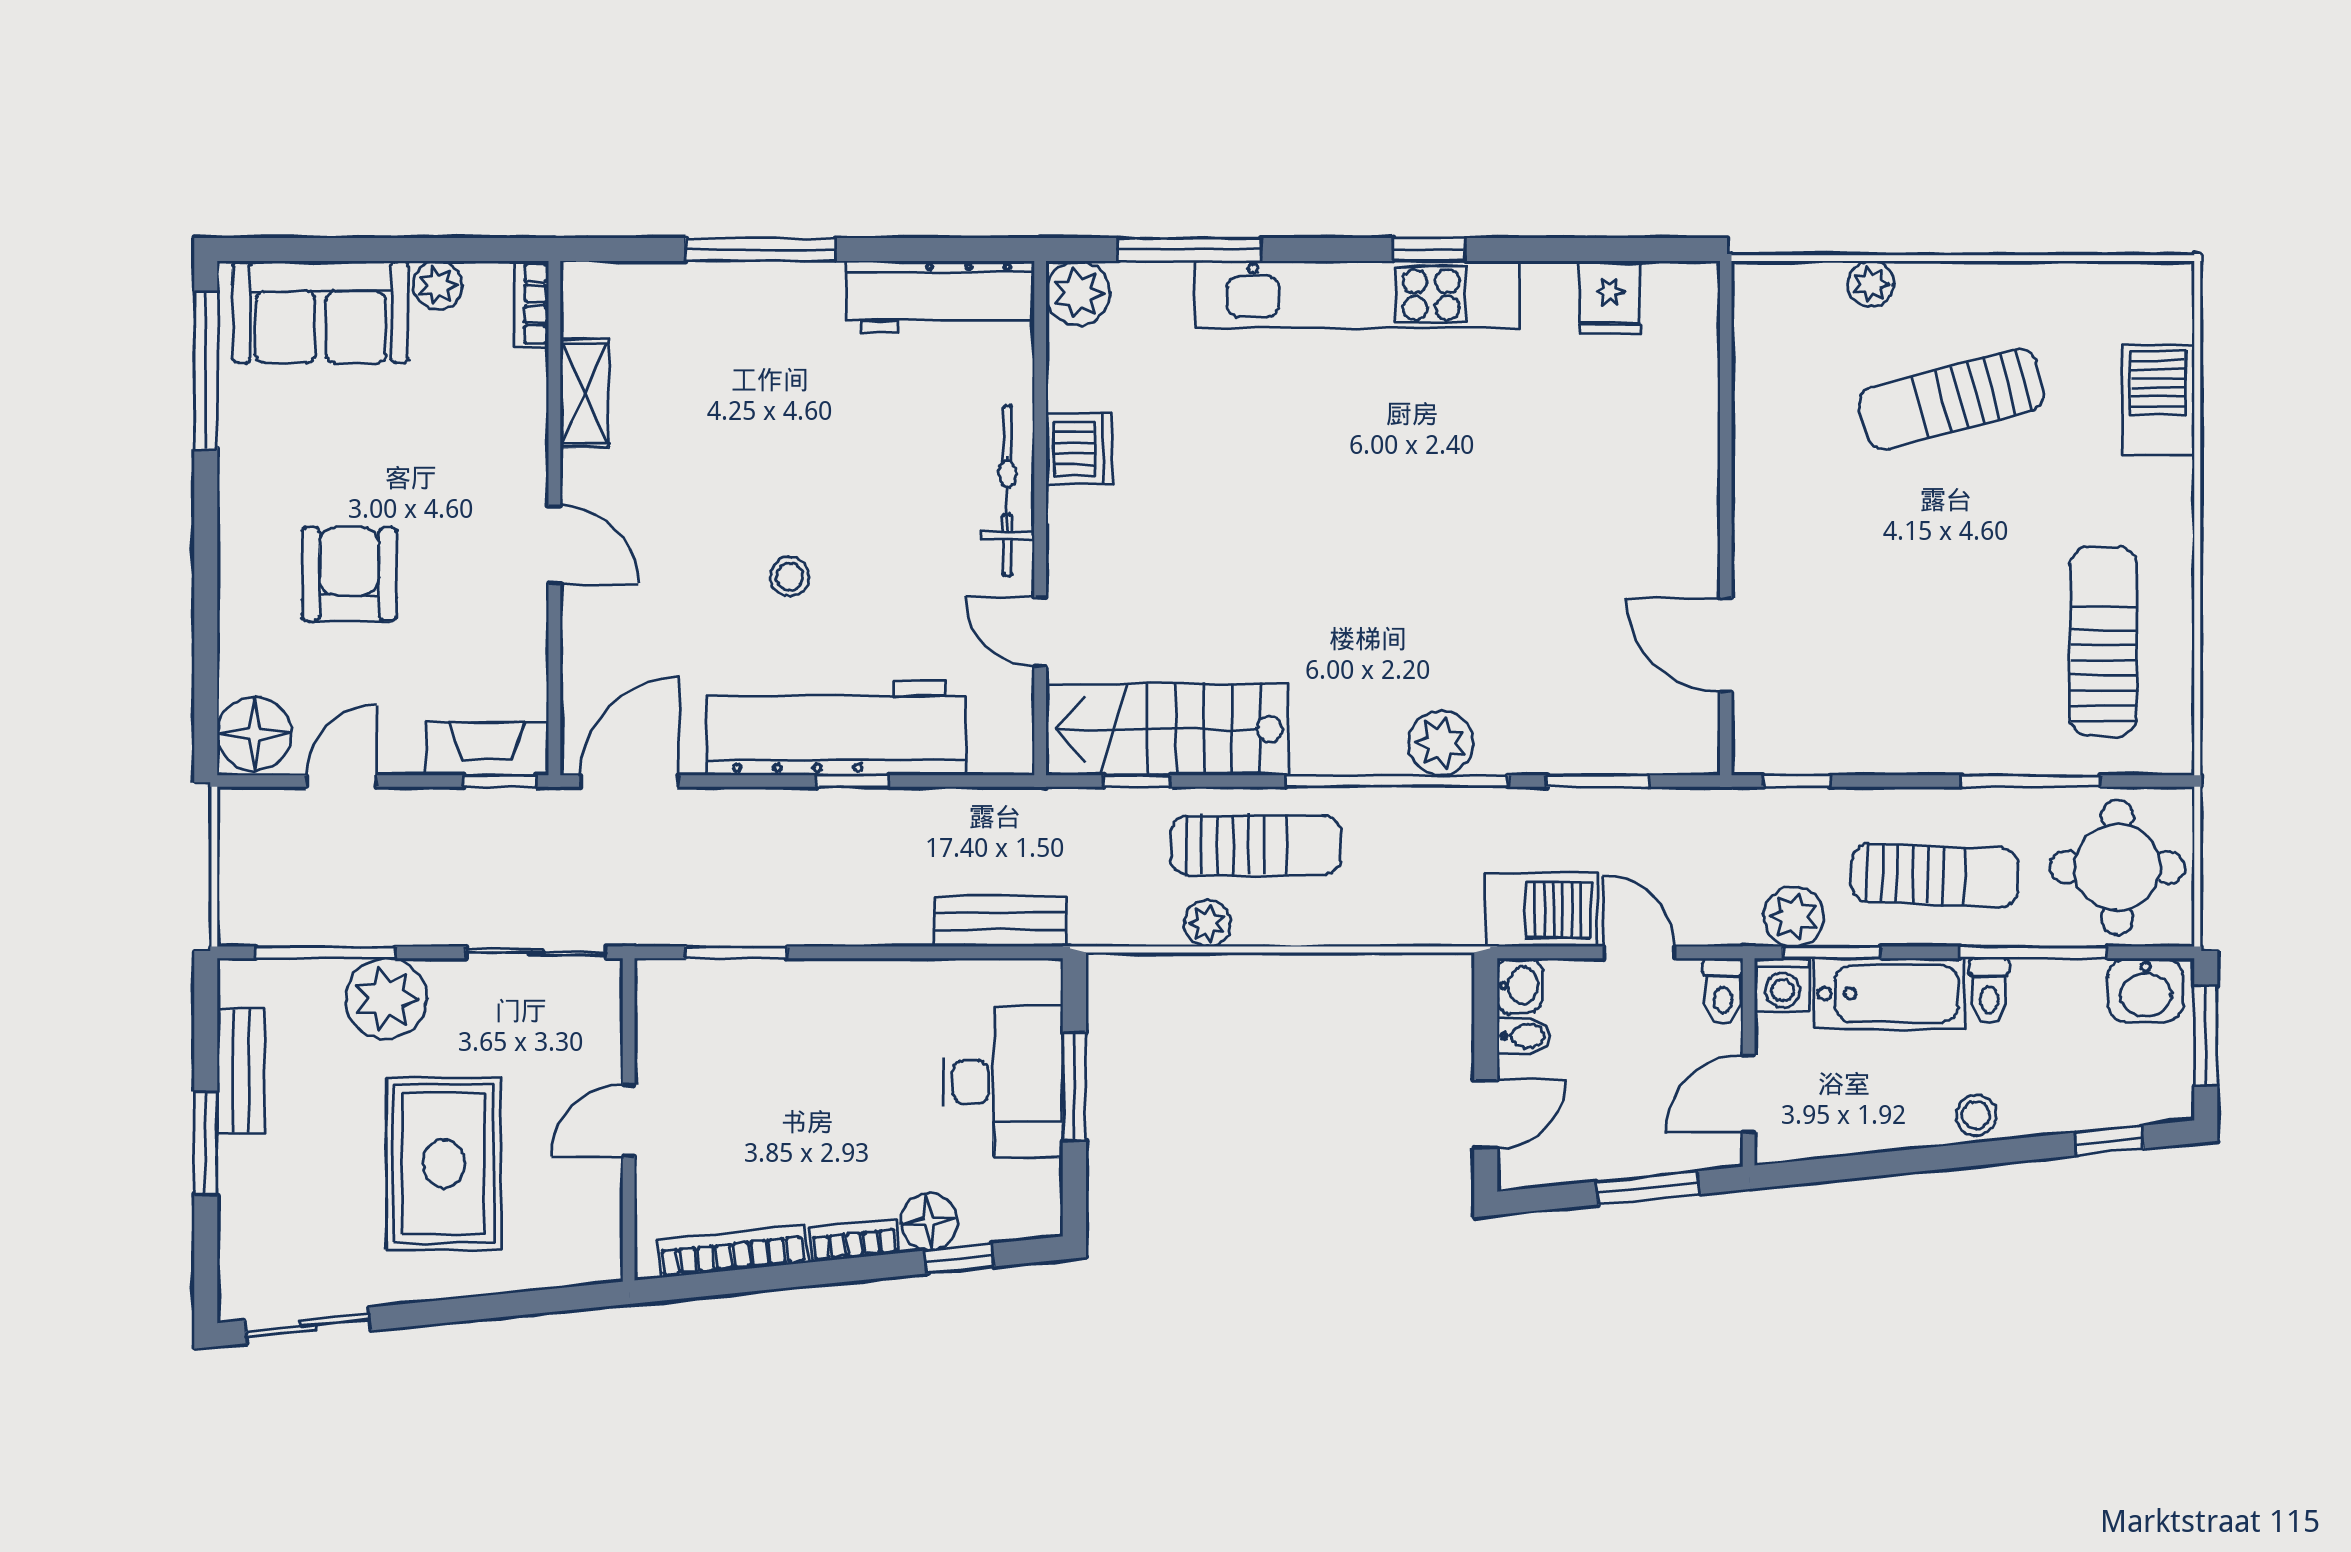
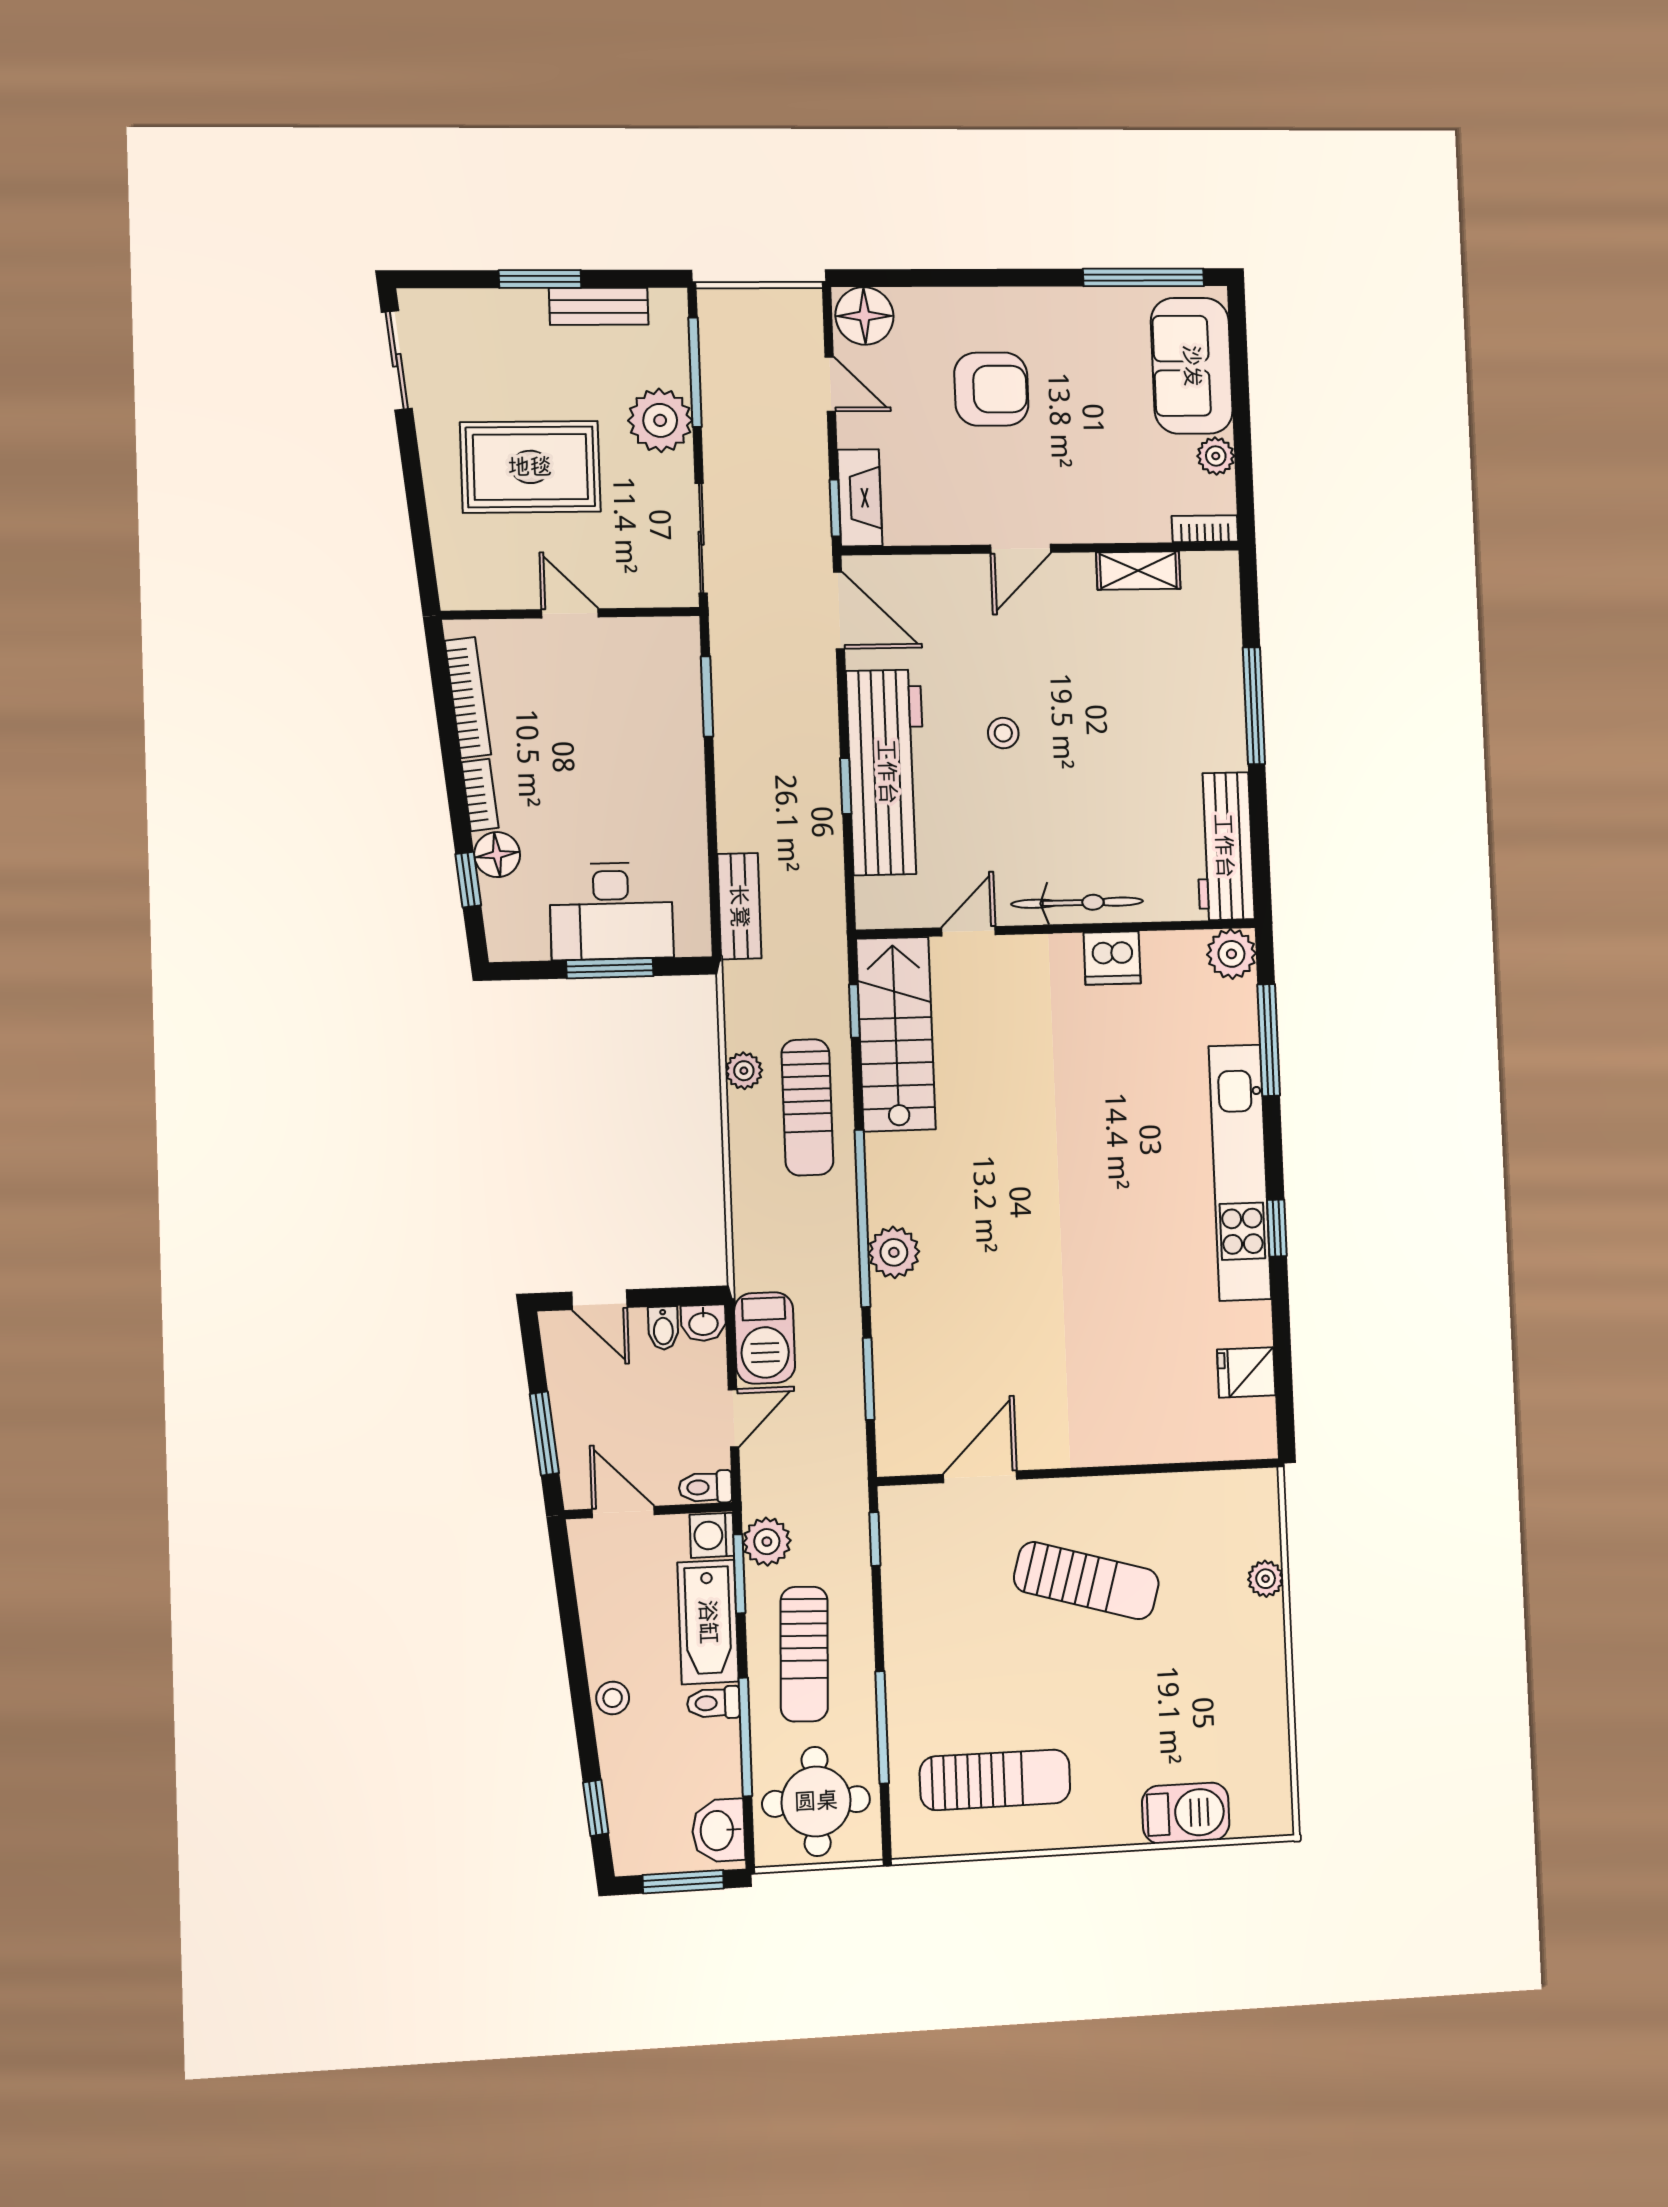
sun lounger: (1952, 399) -> (1086, 1581), moved, turned 121

